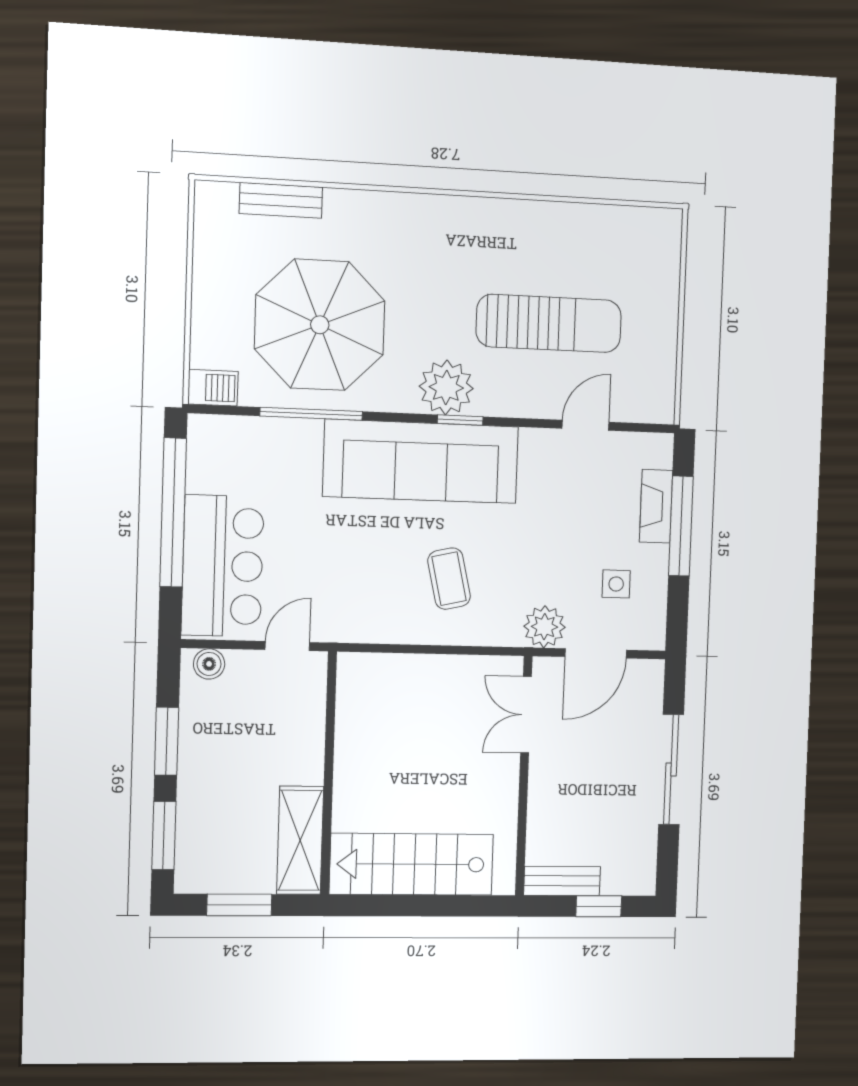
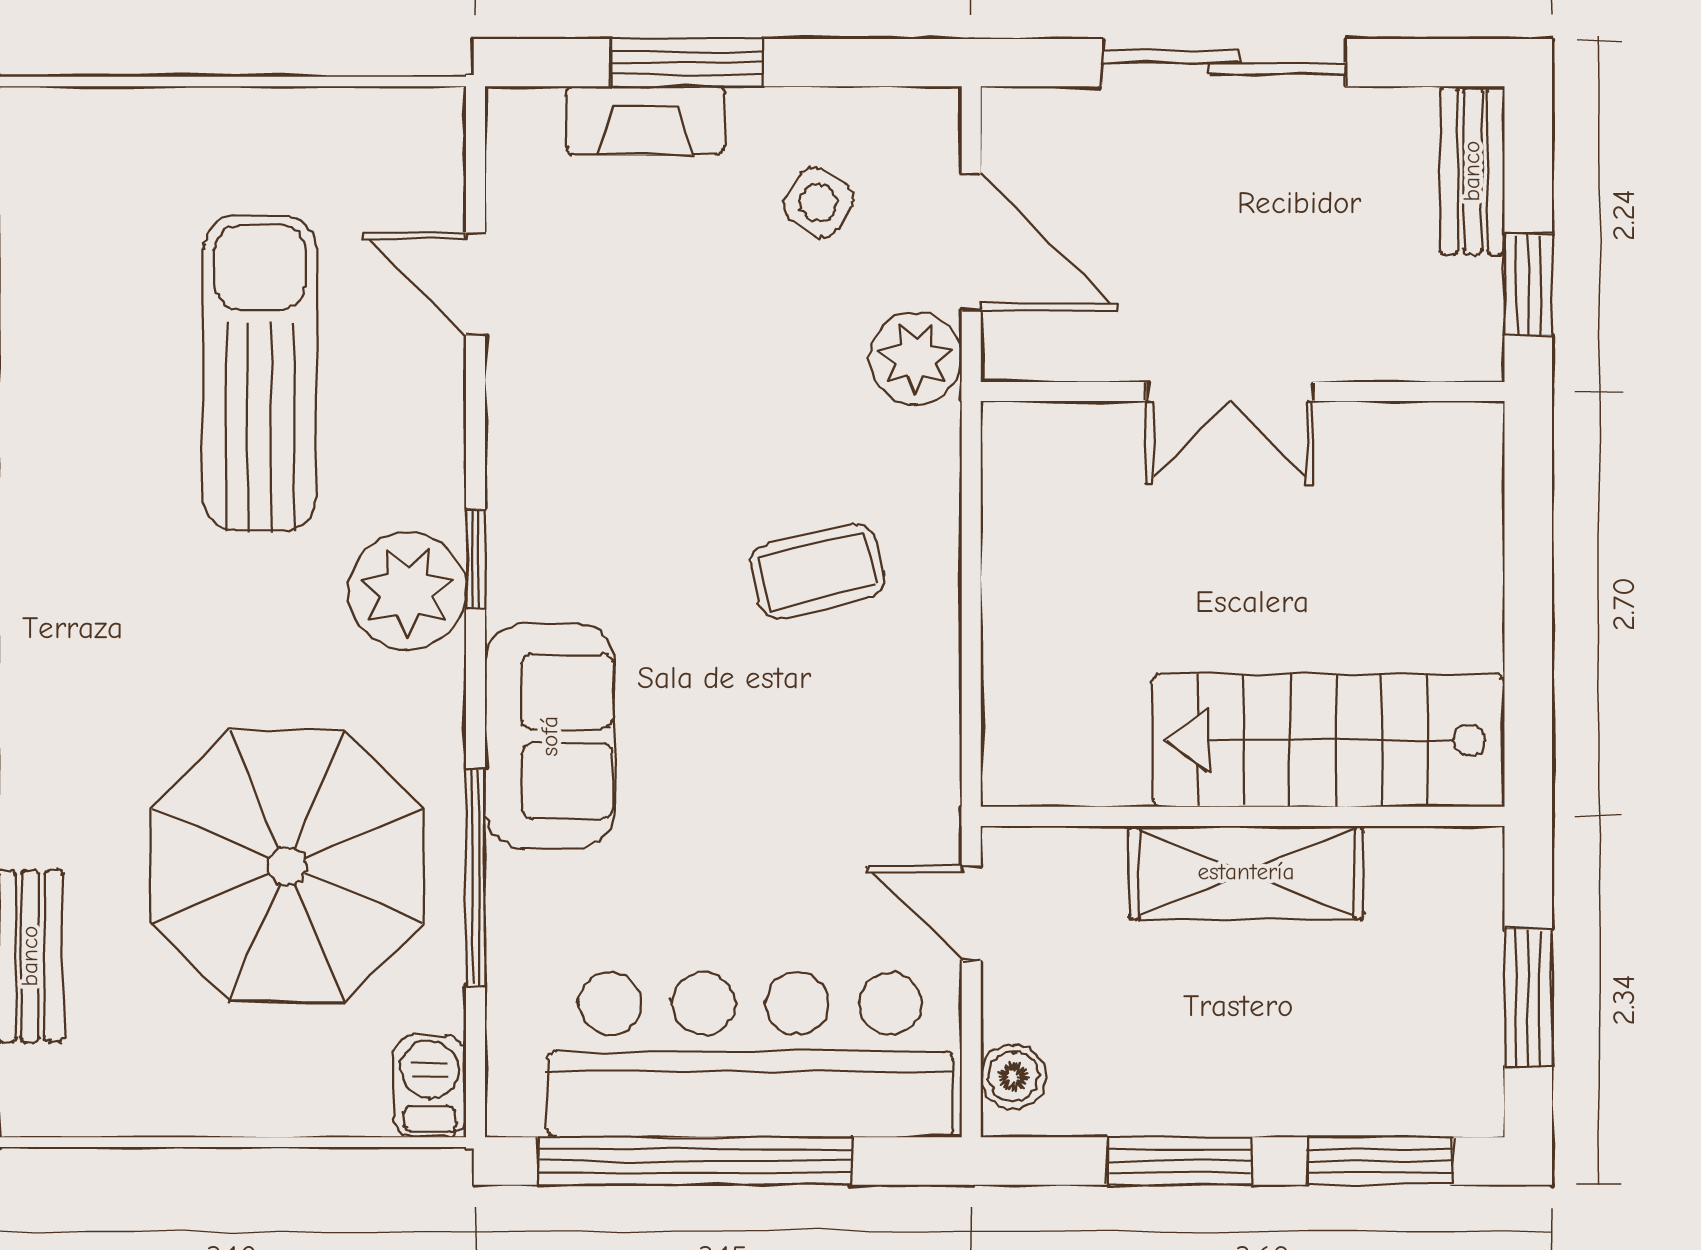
sofa: (421, 461) -> (550, 736), width x0.54, depth x0.79
window: (681, 526) -> (687, 63), width x0.69
bar counter: (223, 566) -> (750, 1055), width x1.36
side table: (616, 584) -> (818, 203), turned 31
double door: (526, 715) -> (1230, 391), moved
shelving: (300, 840) -> (1246, 872), moved
stairs: (412, 864) -> (1328, 740), moved, turned 90
bench: (562, 881) -> (1472, 171), moved
window: (599, 906) -> (1528, 284), moved

